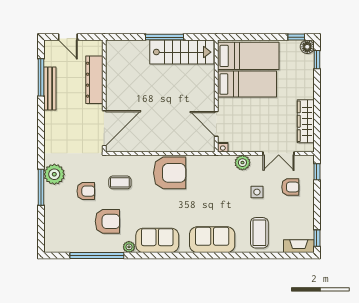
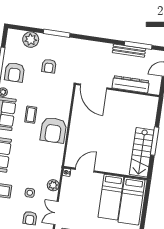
plant: (54, 174) -> (31, 40), moved
coffee table: (120, 182) -> (31, 115), moved
armchair: (107, 221) -> (15, 72), moved

